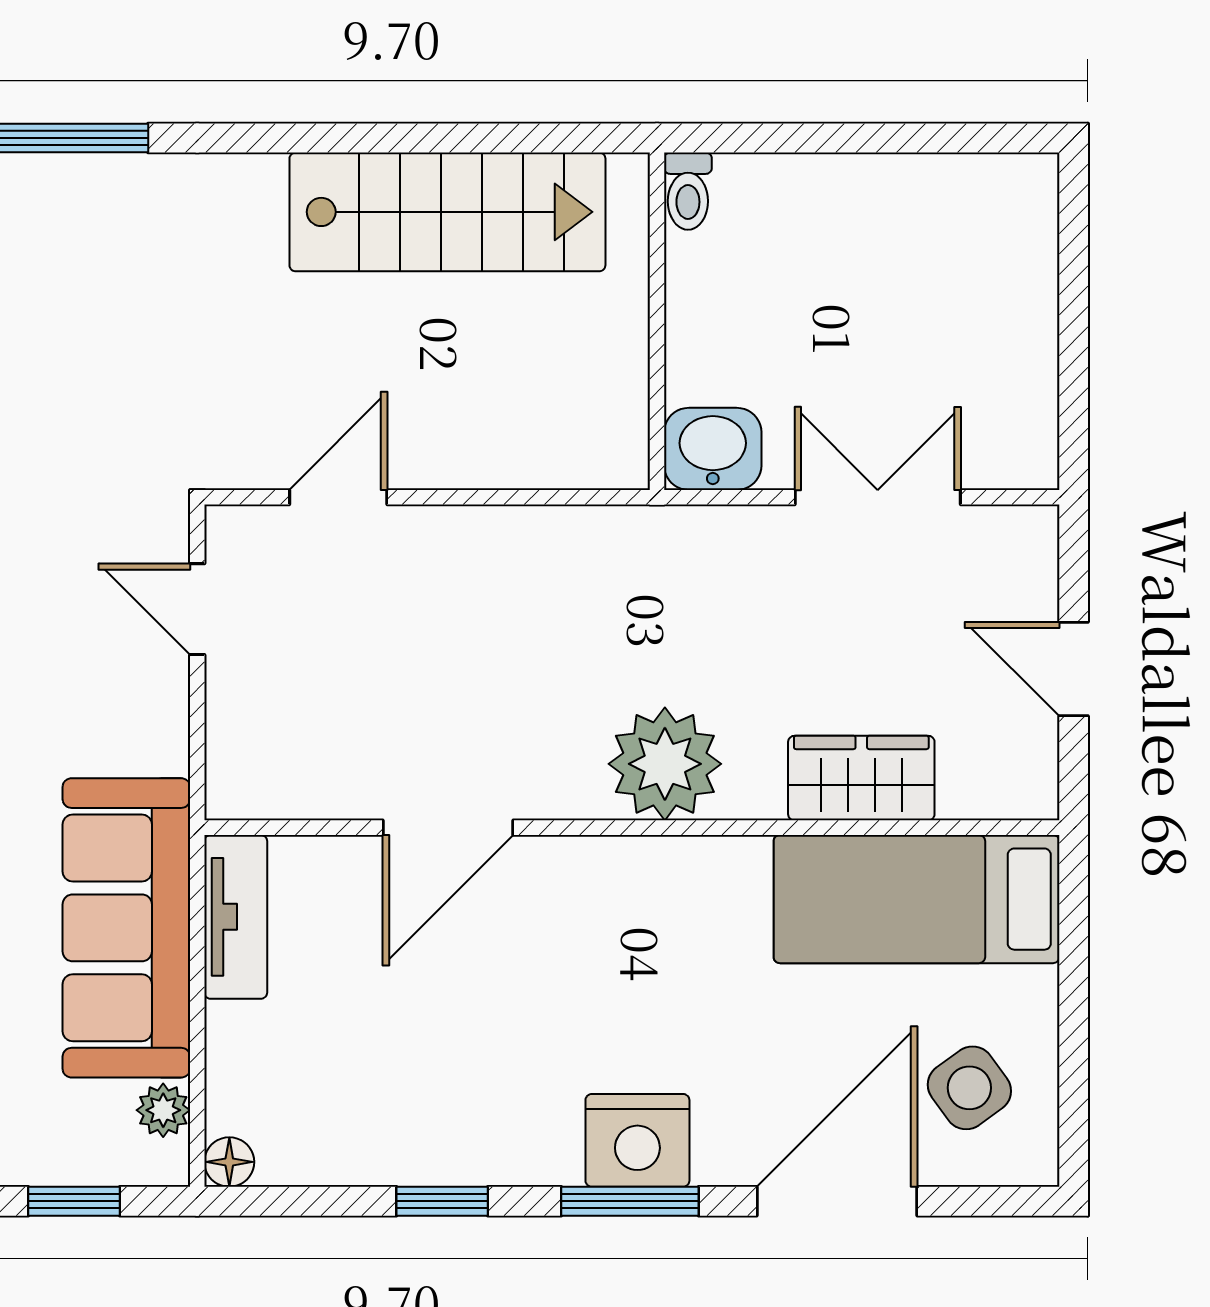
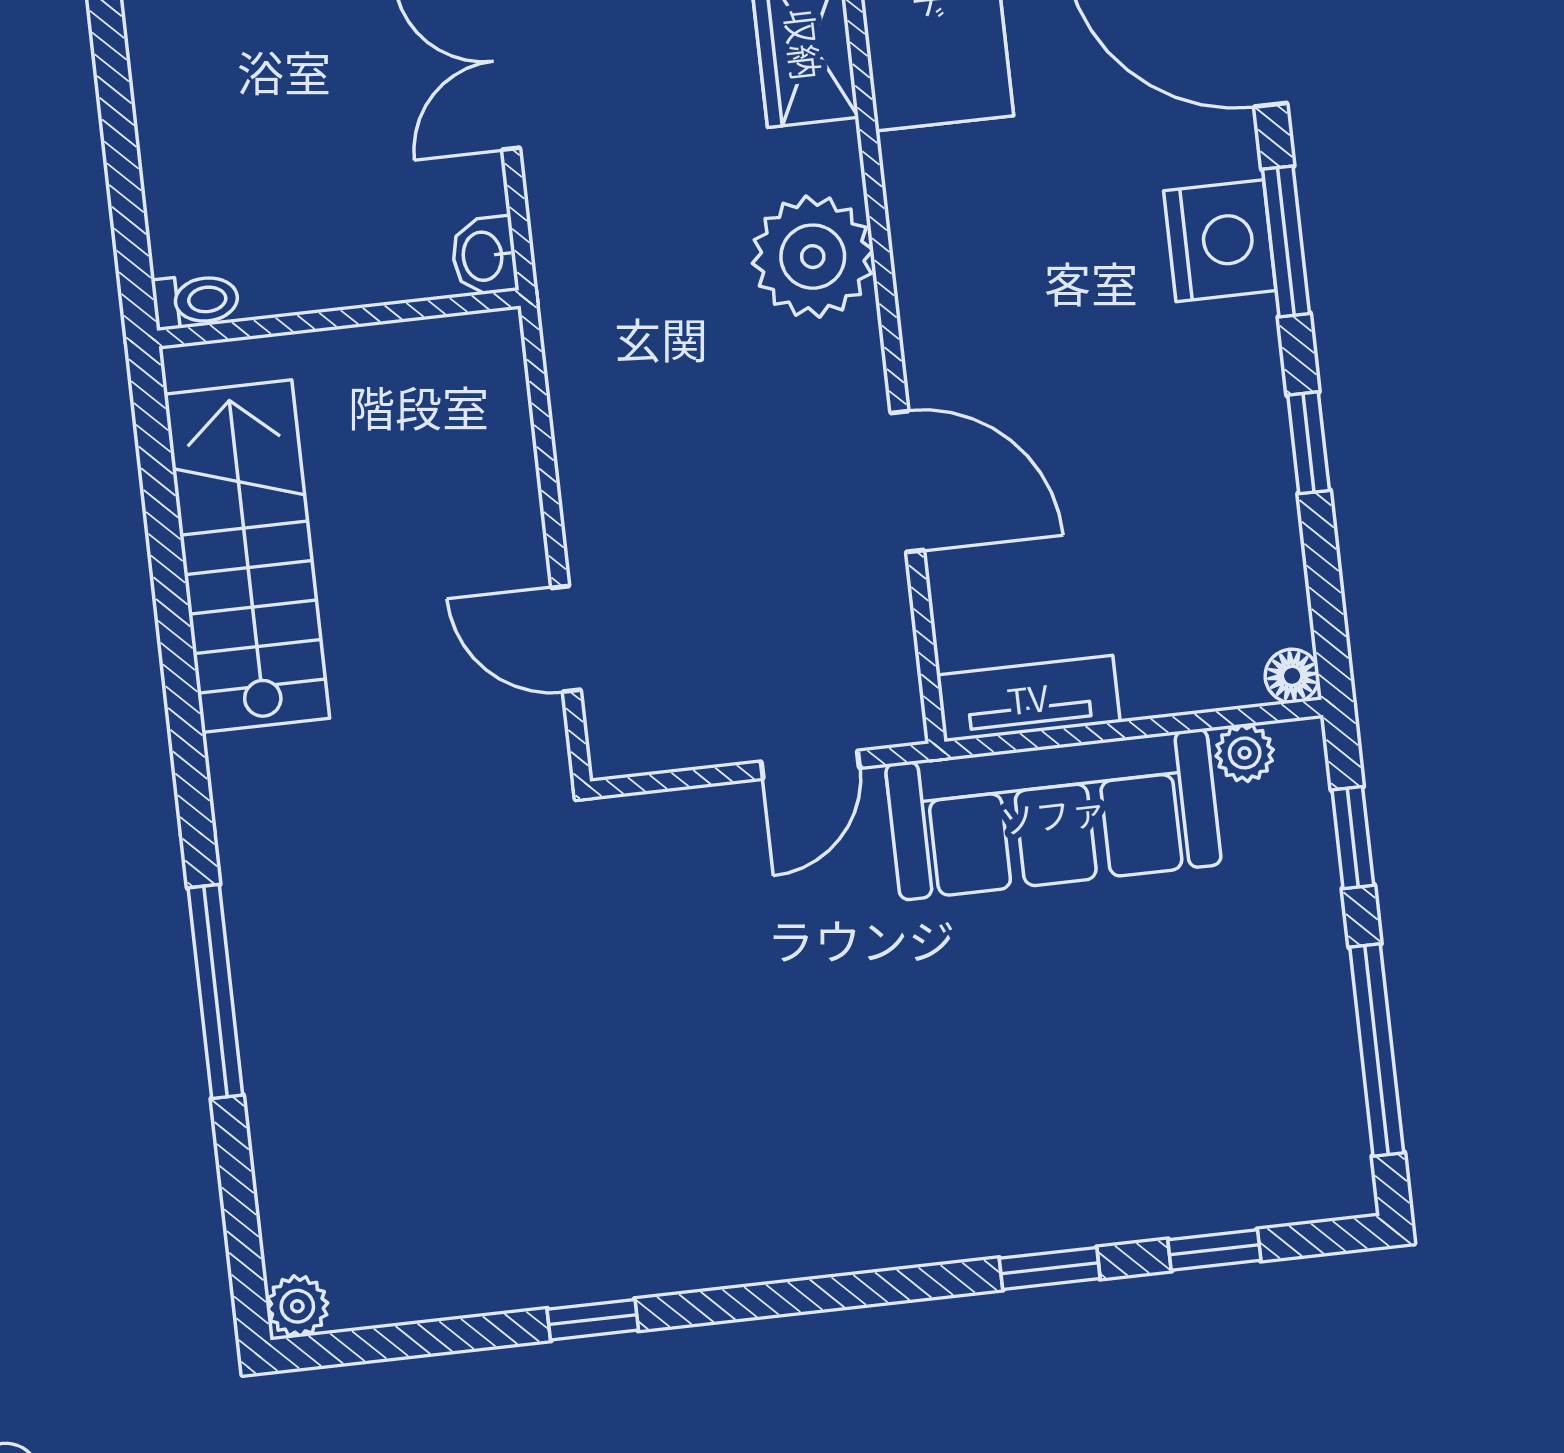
washbasin: (713, 449) -> (484, 256), width x0.72, depth x0.69
door: (197, 609) -> (810, 765), moved

